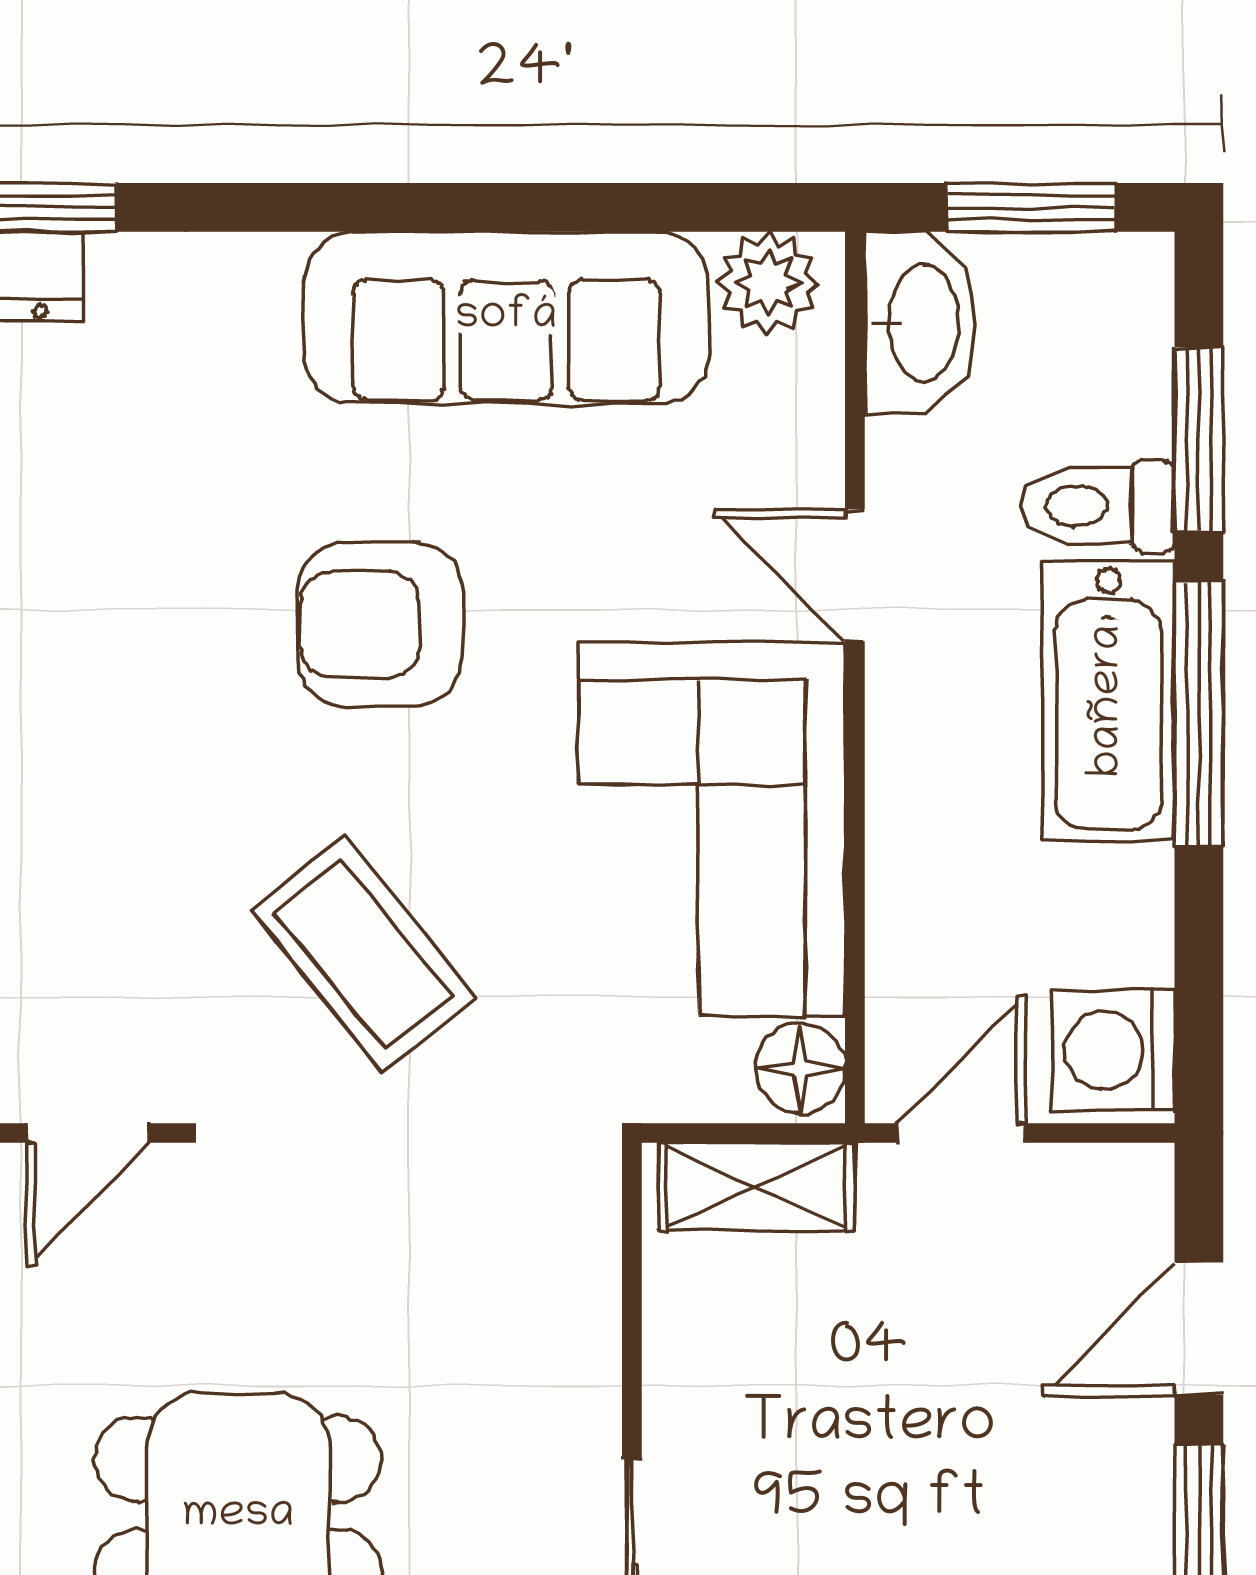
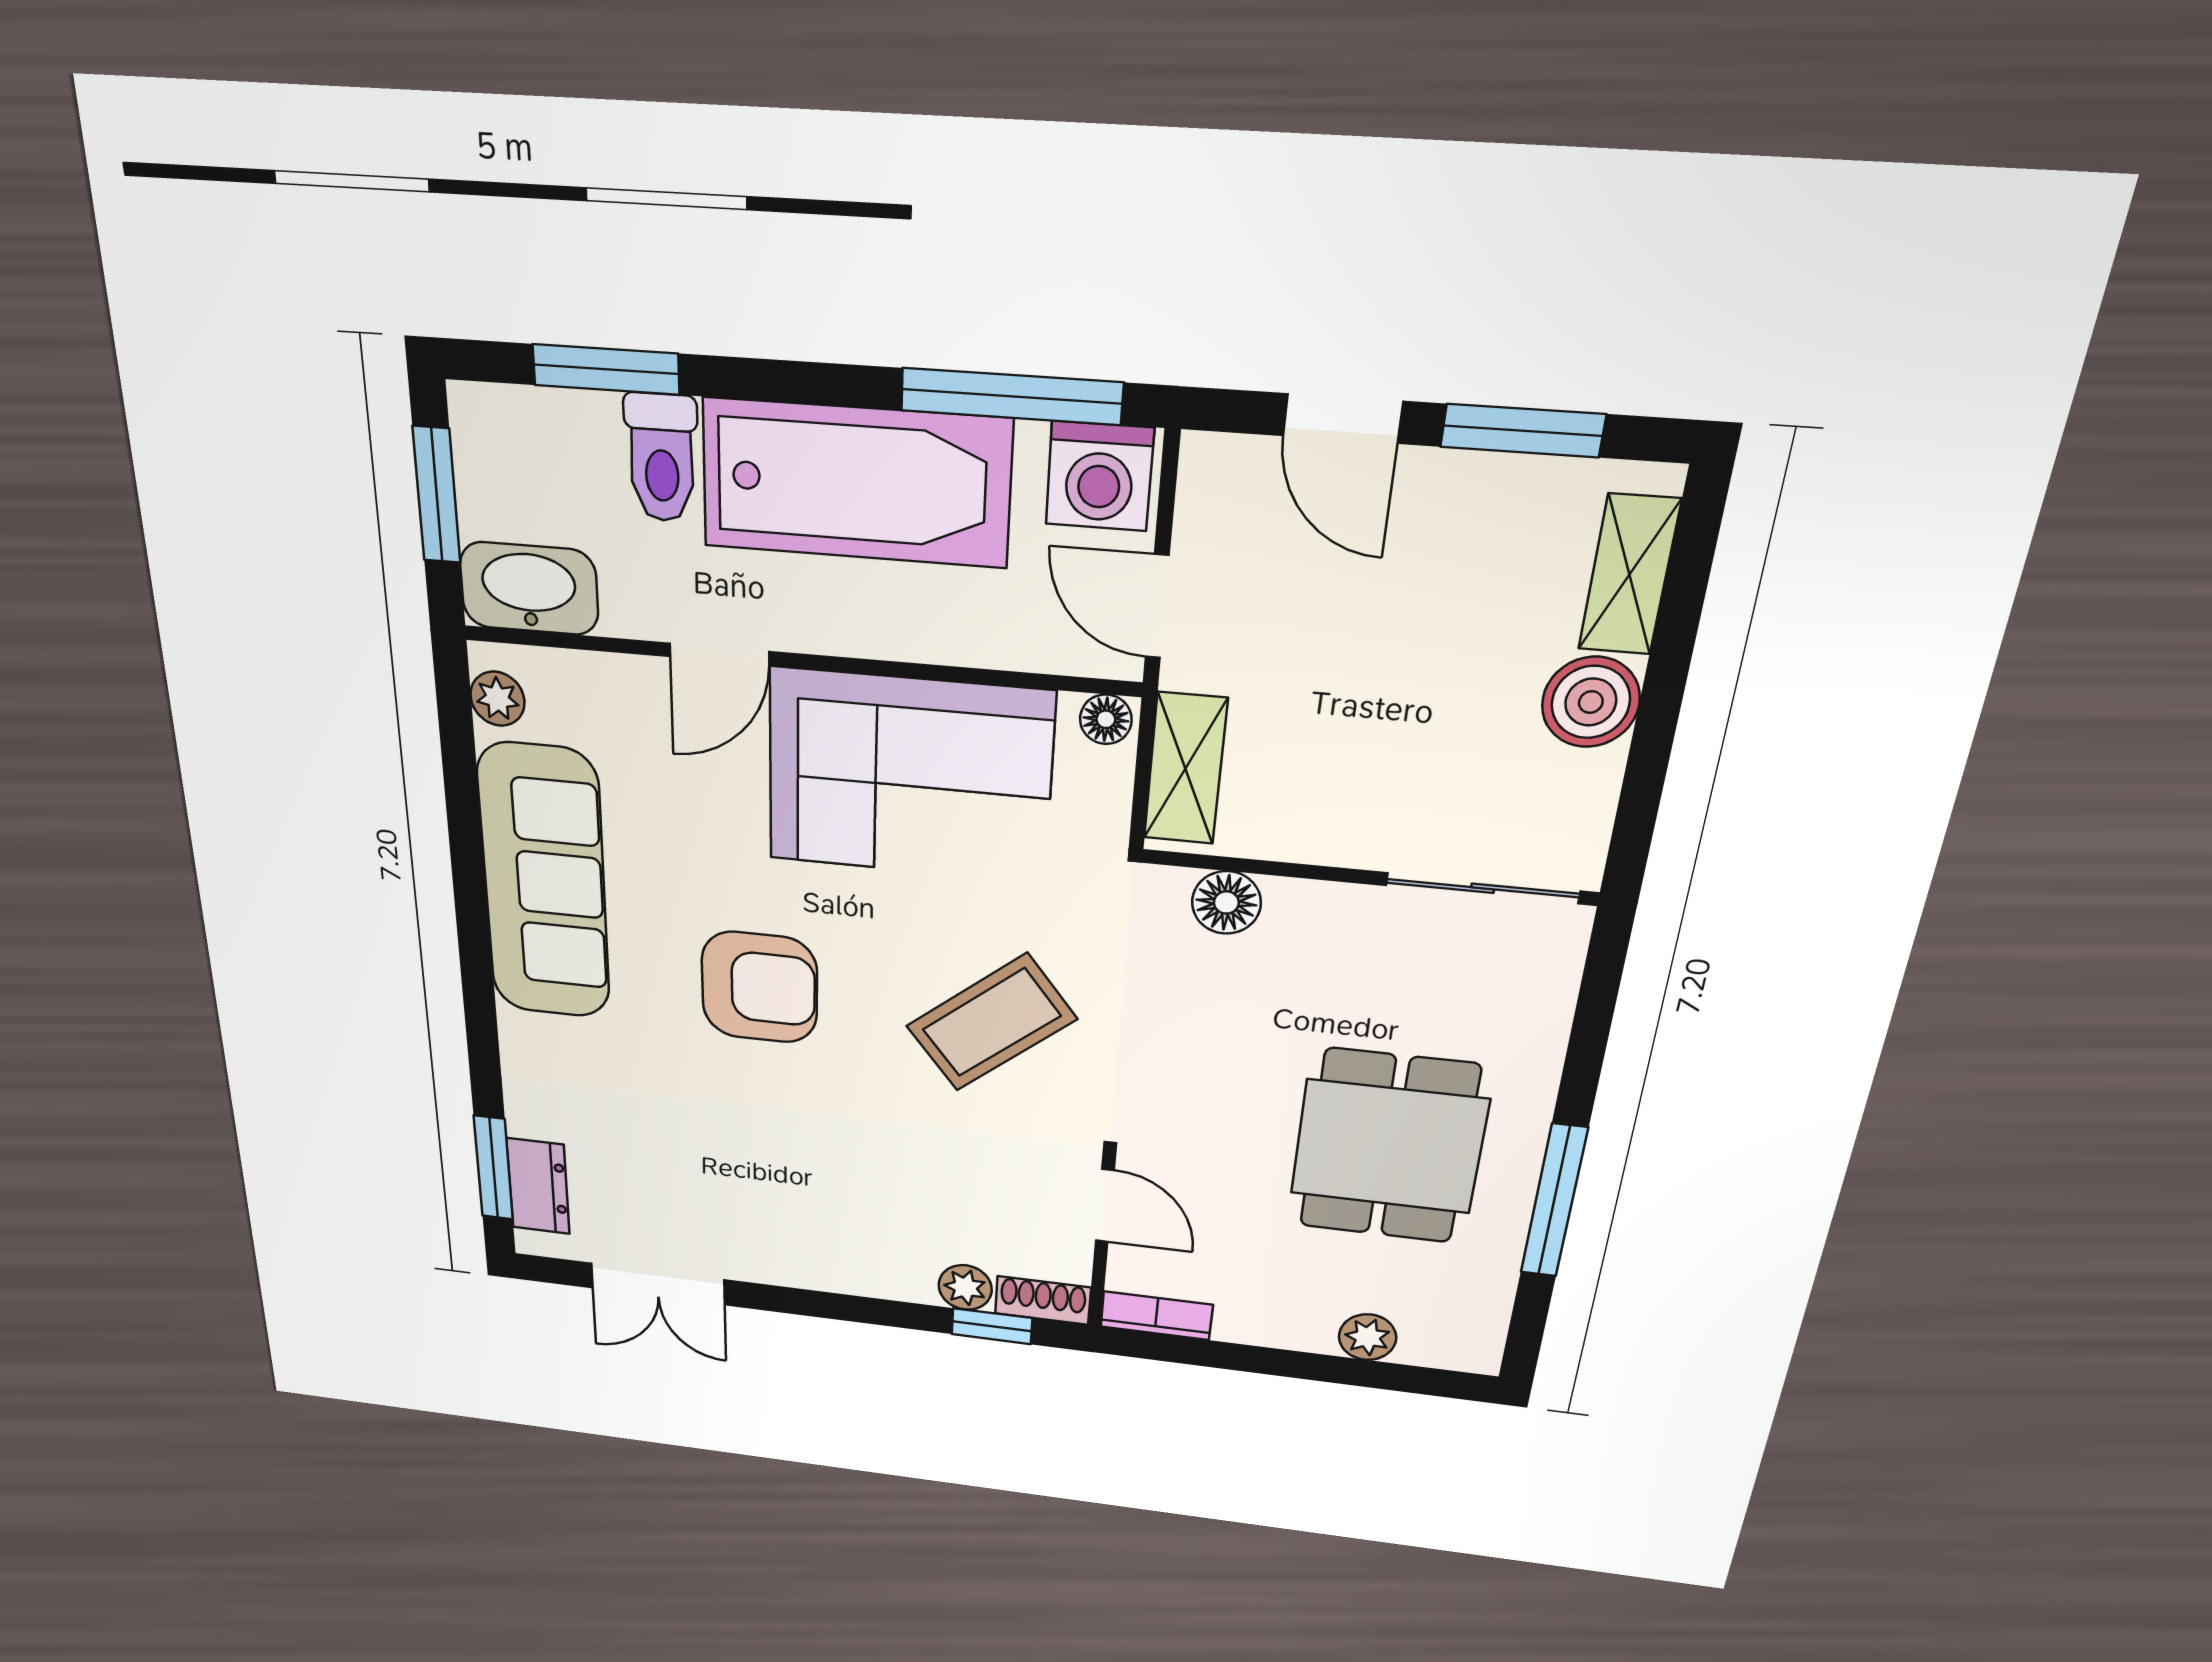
plant: (768, 283) -> (497, 699), width x0.73, depth x0.73
armchair: (380, 624) -> (759, 987), turned -90
bathtub: (1109, 701) -> (856, 483), width x1.36, depth x1.36
window: (1199, 713) -> (1011, 396), moved
floor lamp: (800, 1068) -> (1106, 719), width x0.73, depth x0.73
floor lamp: (577, 1257) -> (1226, 902), added

